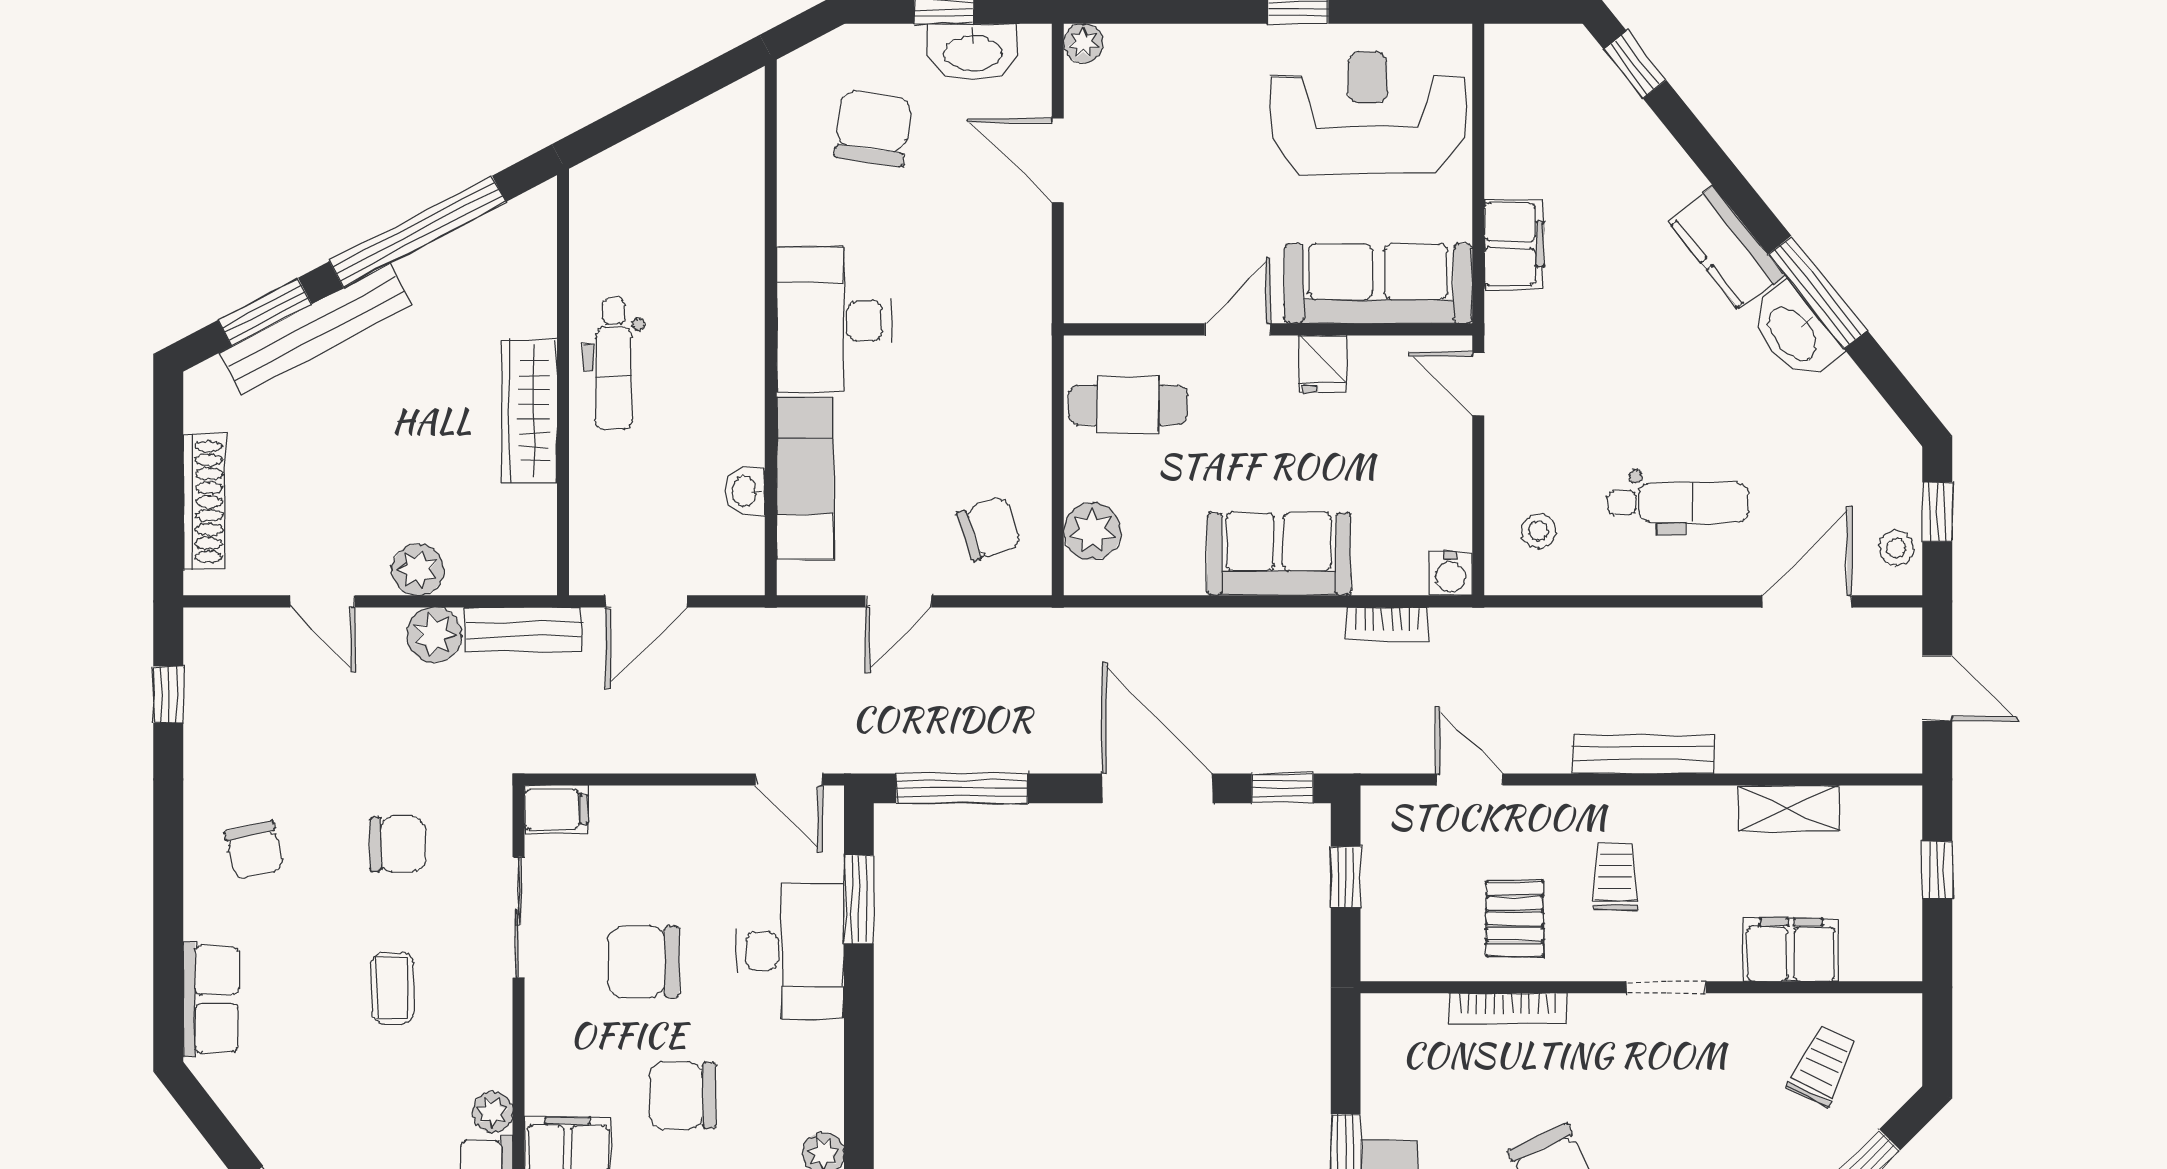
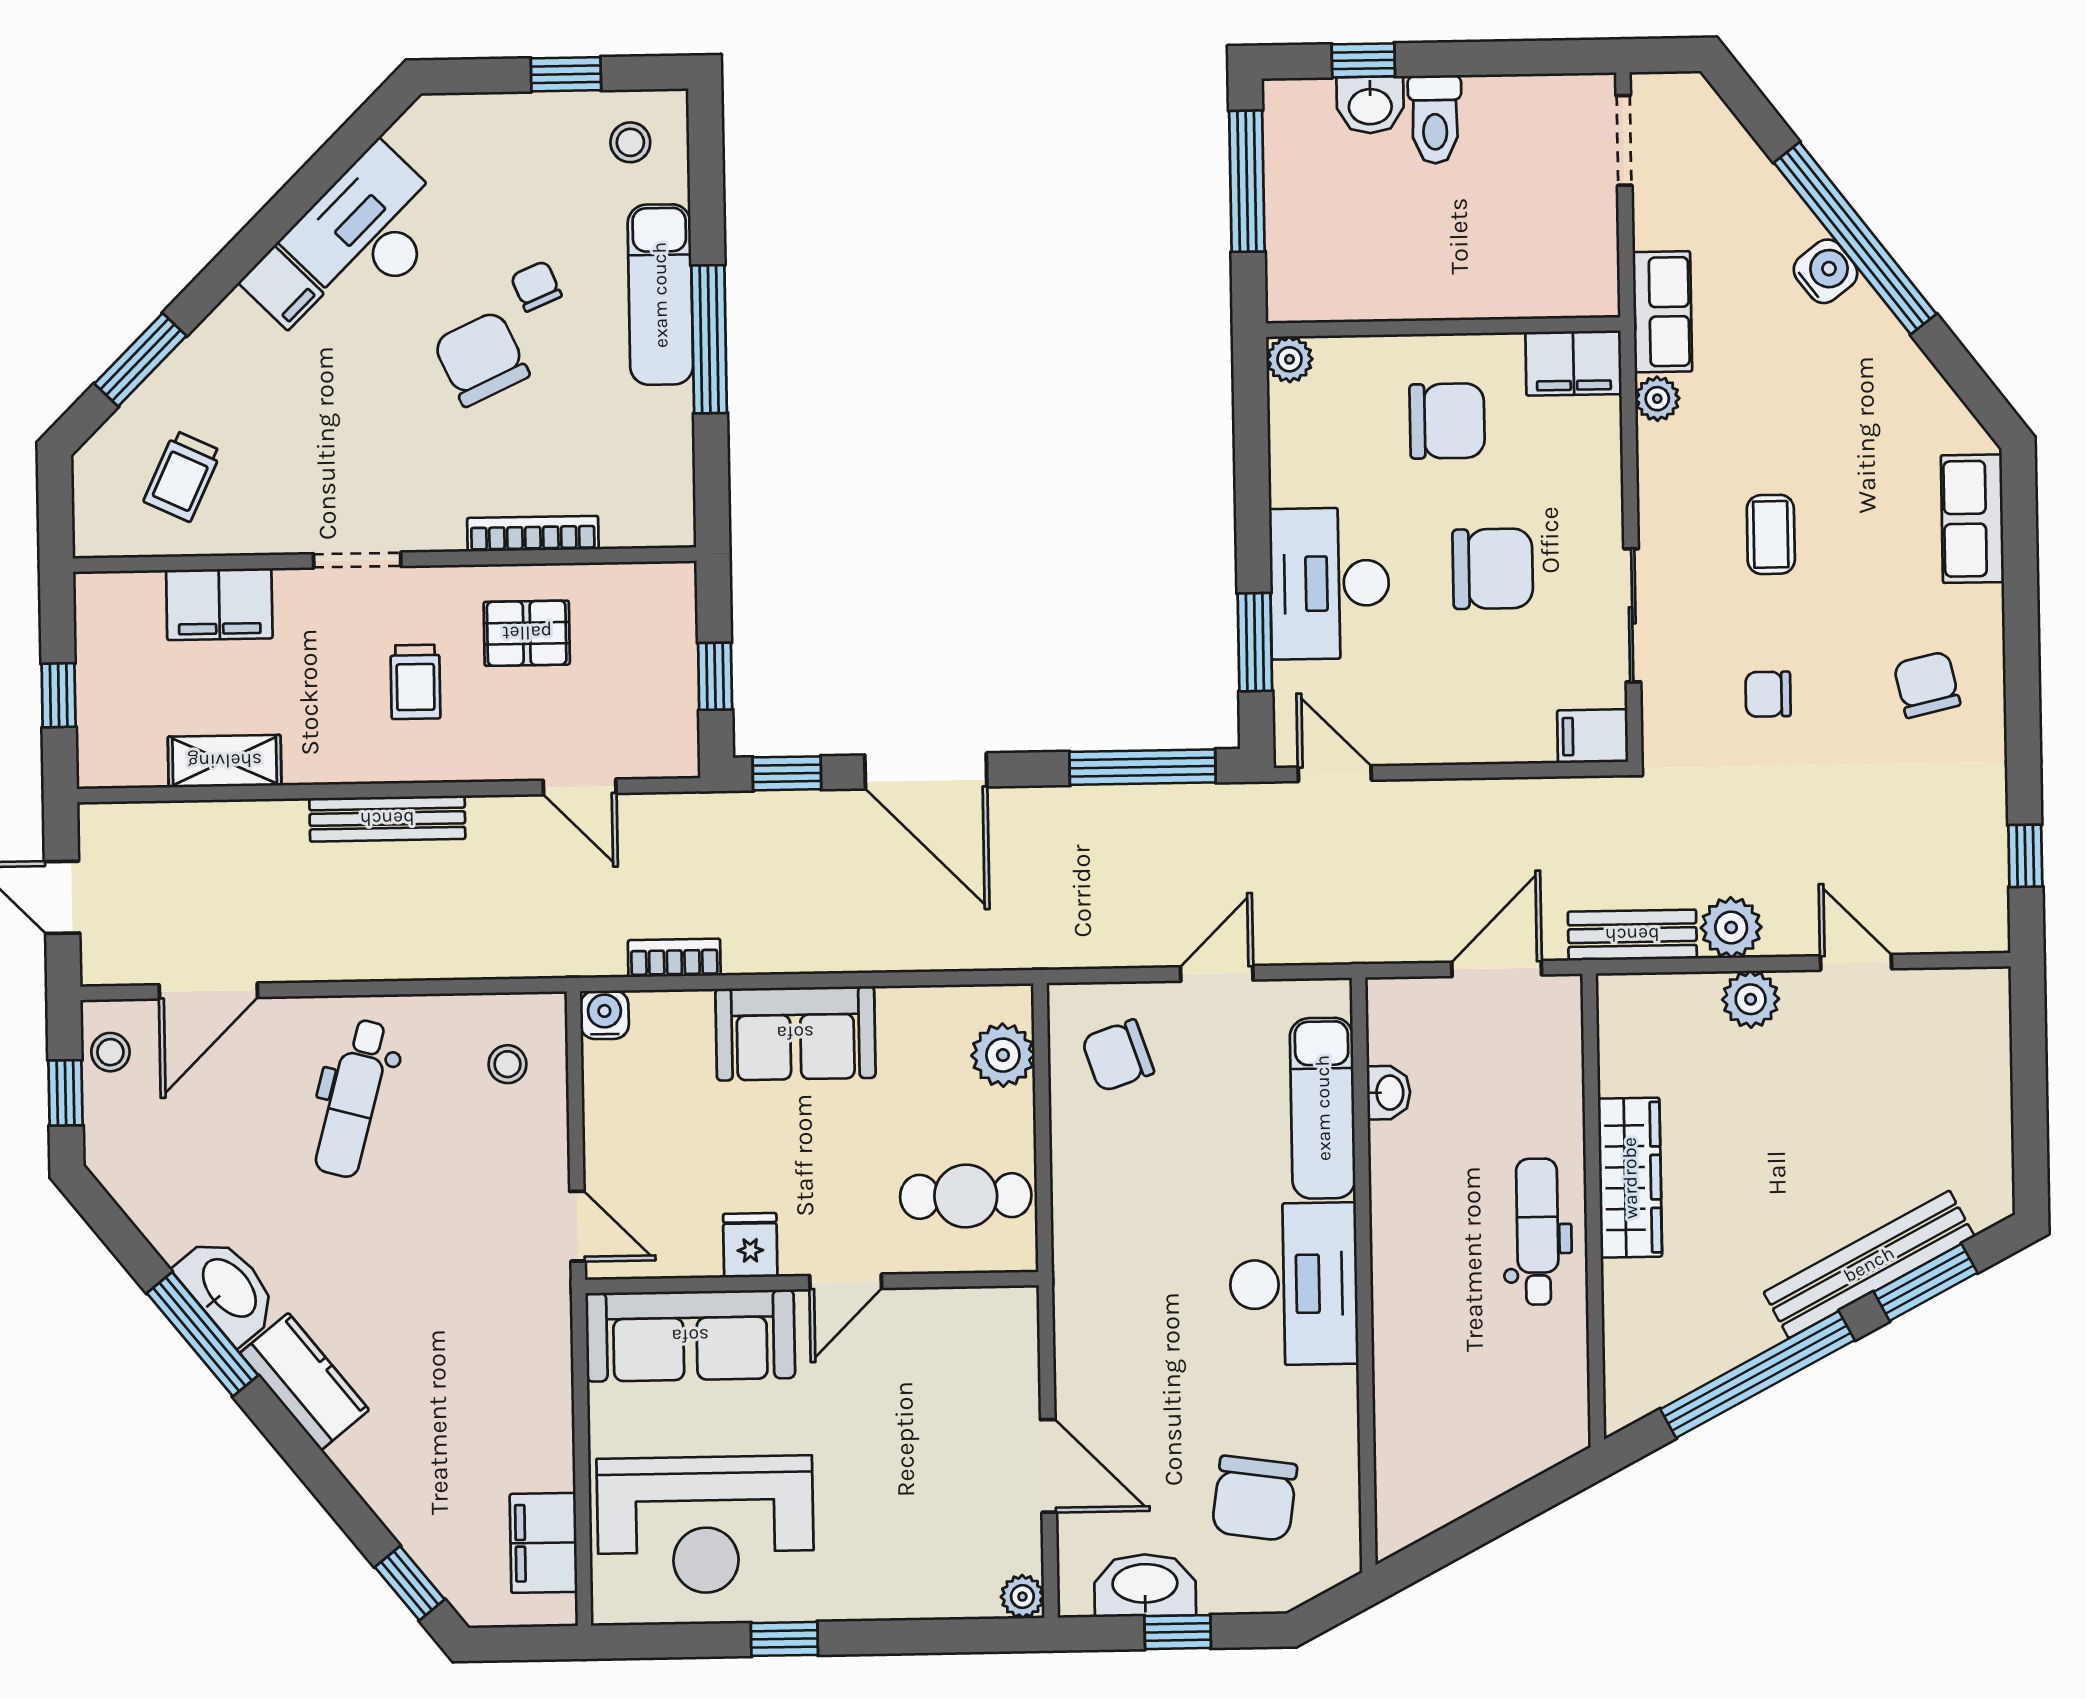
filing cabinet: (1514, 244) -> (543, 1543), moved
shoe rack: (204, 502) -> (1989, 1071), removed
dental chair: (1678, 503) -> (353, 1098), turned -75
chair: (397, 844) -> (1768, 694), width x0.73, depth x0.73
pallet: (1515, 919) -> (527, 633), turned 90

